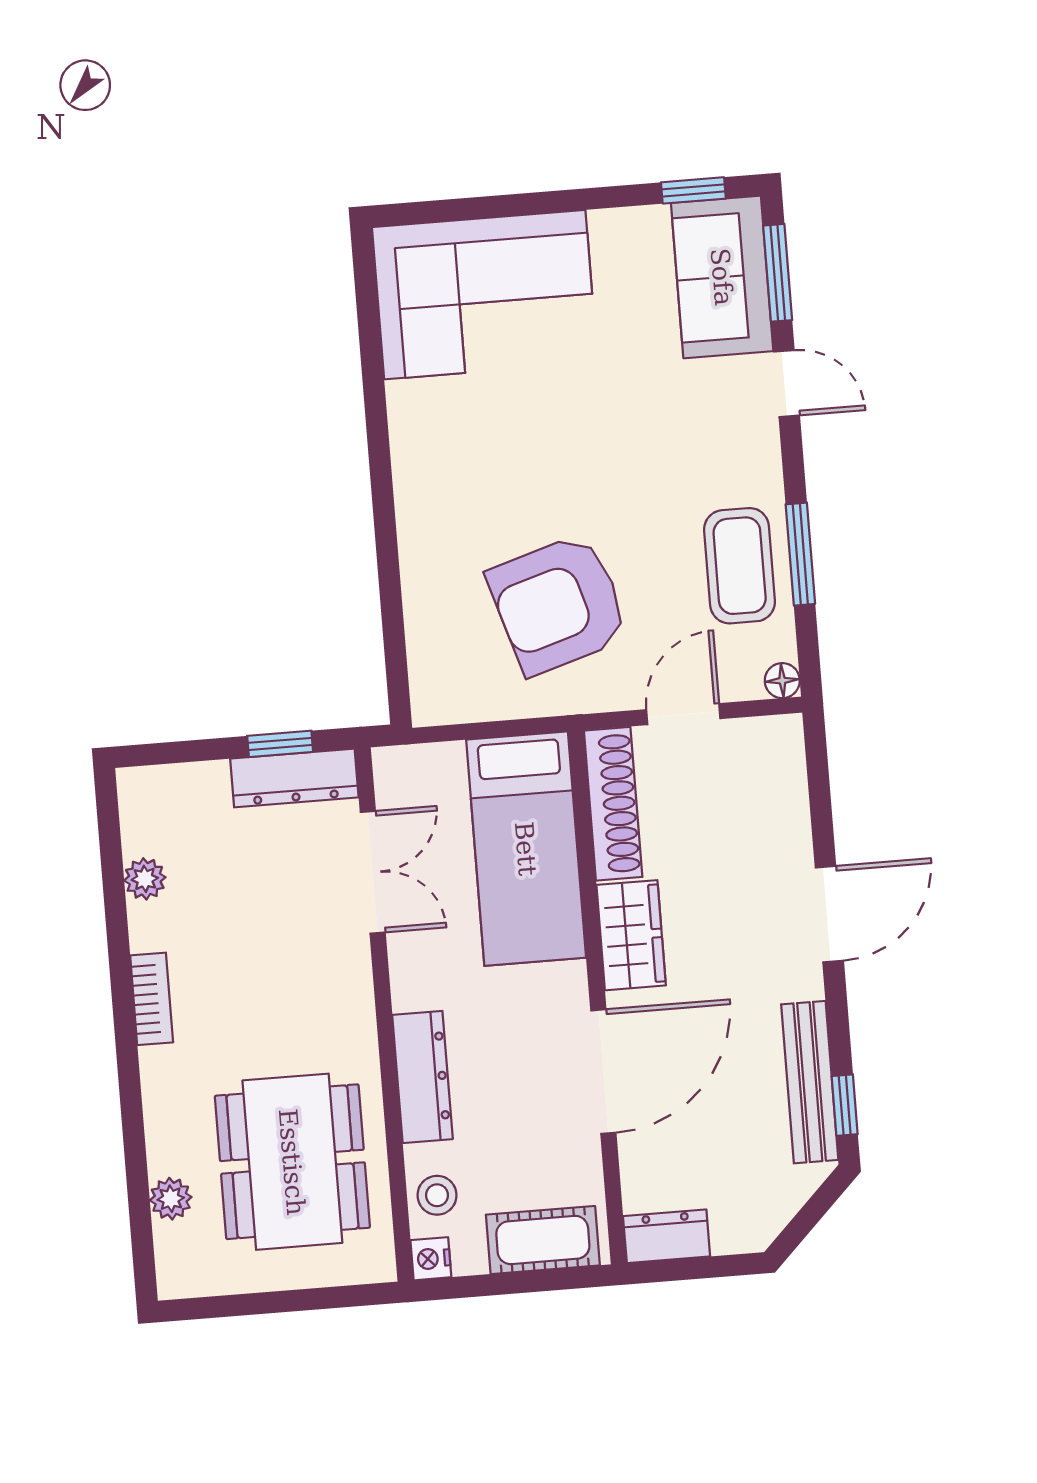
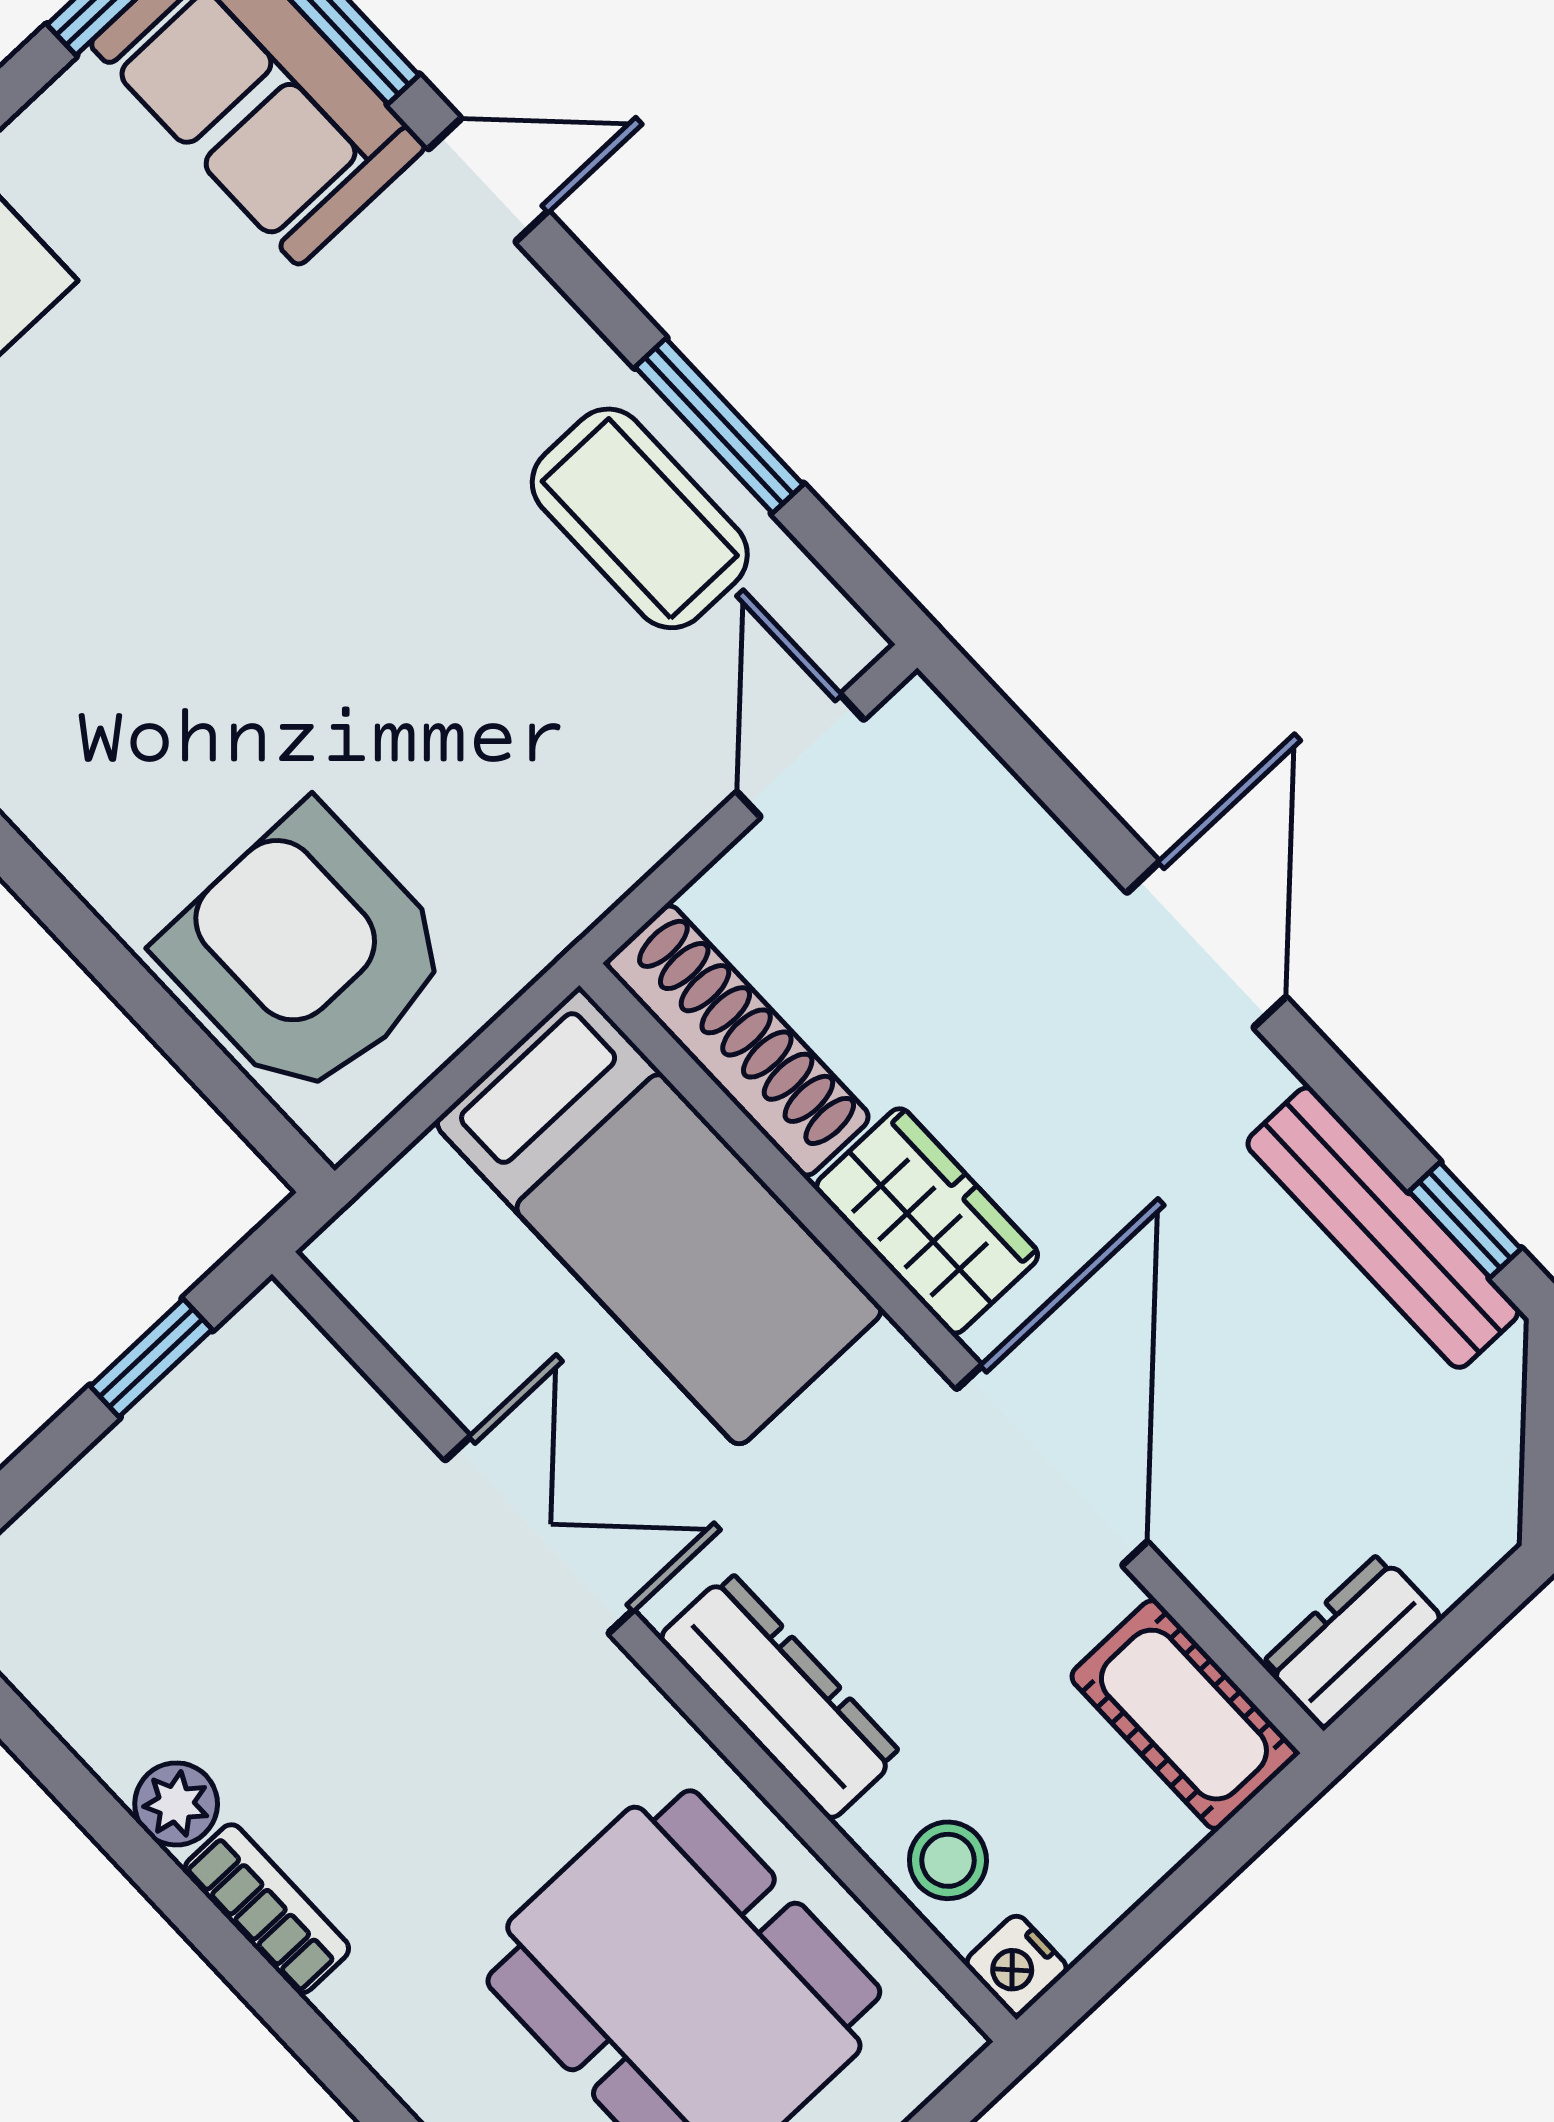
armchair: (558, 604) -> (307, 953), moved, turned 107
floor lamp: (782, 681) -> (847, 643), removed
door: (683, 714) -> (800, 756), moved
dresser: (294, 778) -> (215, 1393), removed
double door: (373, 872) -> (539, 1535), moved
plant: (145, 879) -> (176, 1804), moved
cot: (543, 1240) -> (1184, 1715), moved, turned 90

